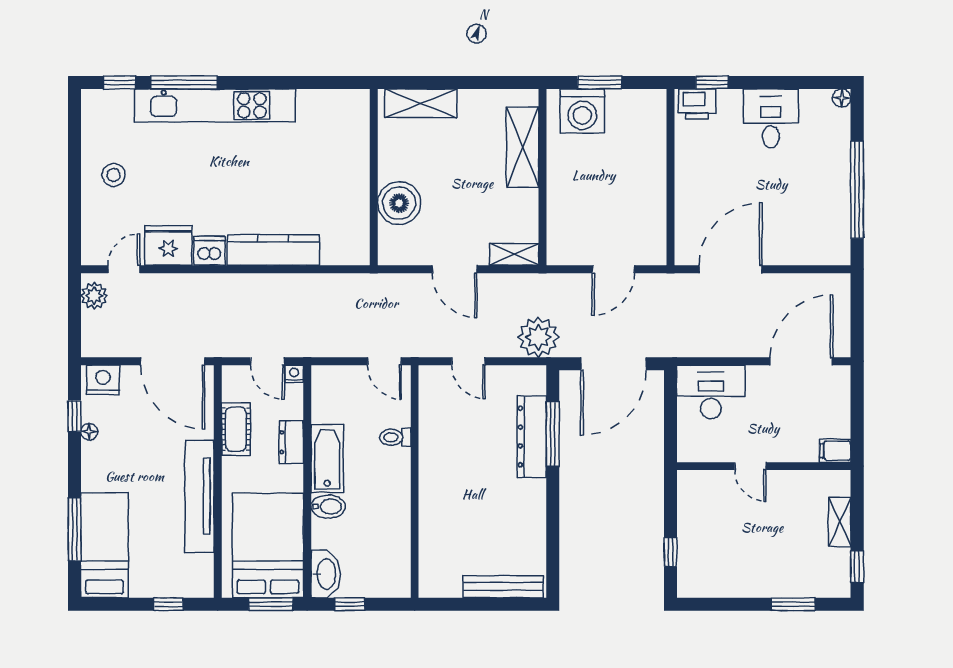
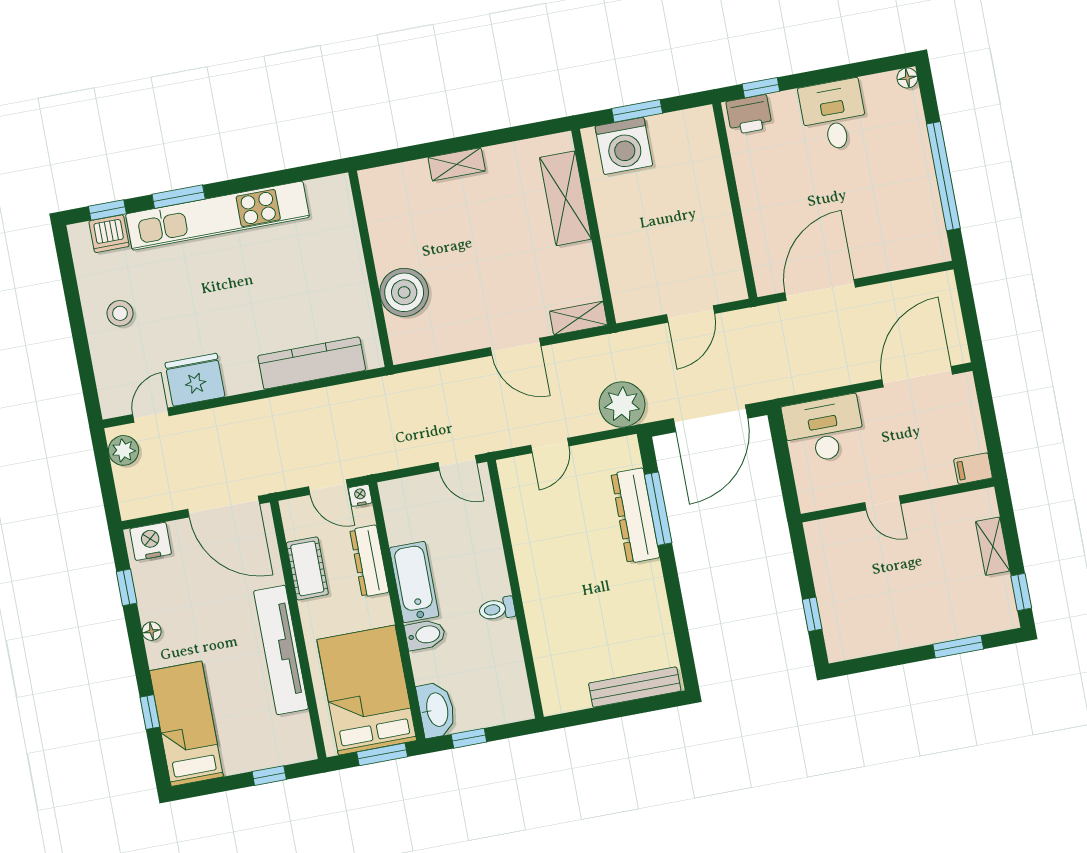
window: (184, 82) -> (179, 197), width x0.69
shelving: (421, 103) -> (457, 164), width x0.67, depth x0.75
wall: (374, 177) -> (371, 269), moved
boiler: (399, 203) -> (404, 292), moved
dishwasher: (209, 251) -> (109, 234), moved, turned 180
door: (468, 361) -> (550, 446), hinge flipped
floor lamp: (89, 432) -> (152, 631), moved
toilet: (395, 437) -> (497, 609), moved
dresser: (291, 442) -> (369, 561), width x1.44
window: (74, 529) -> (150, 712), width x0.46

